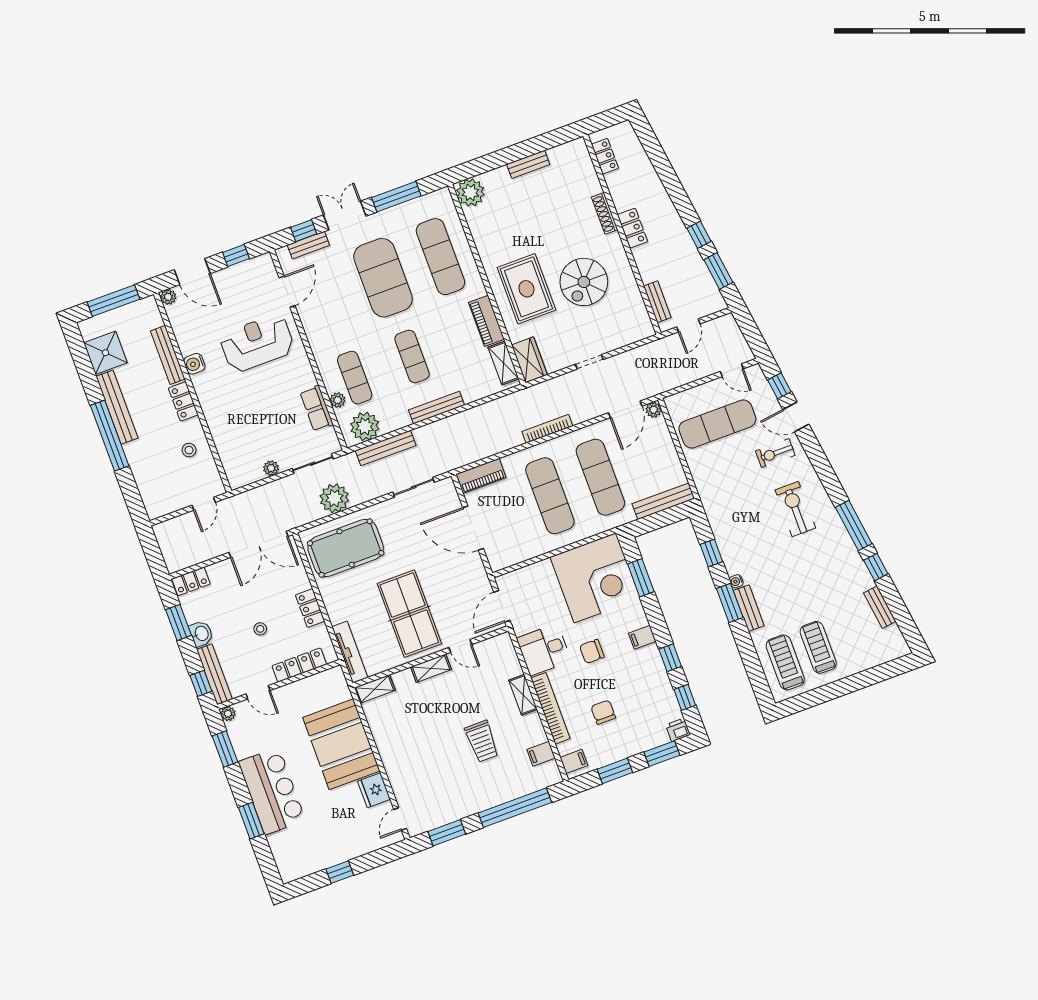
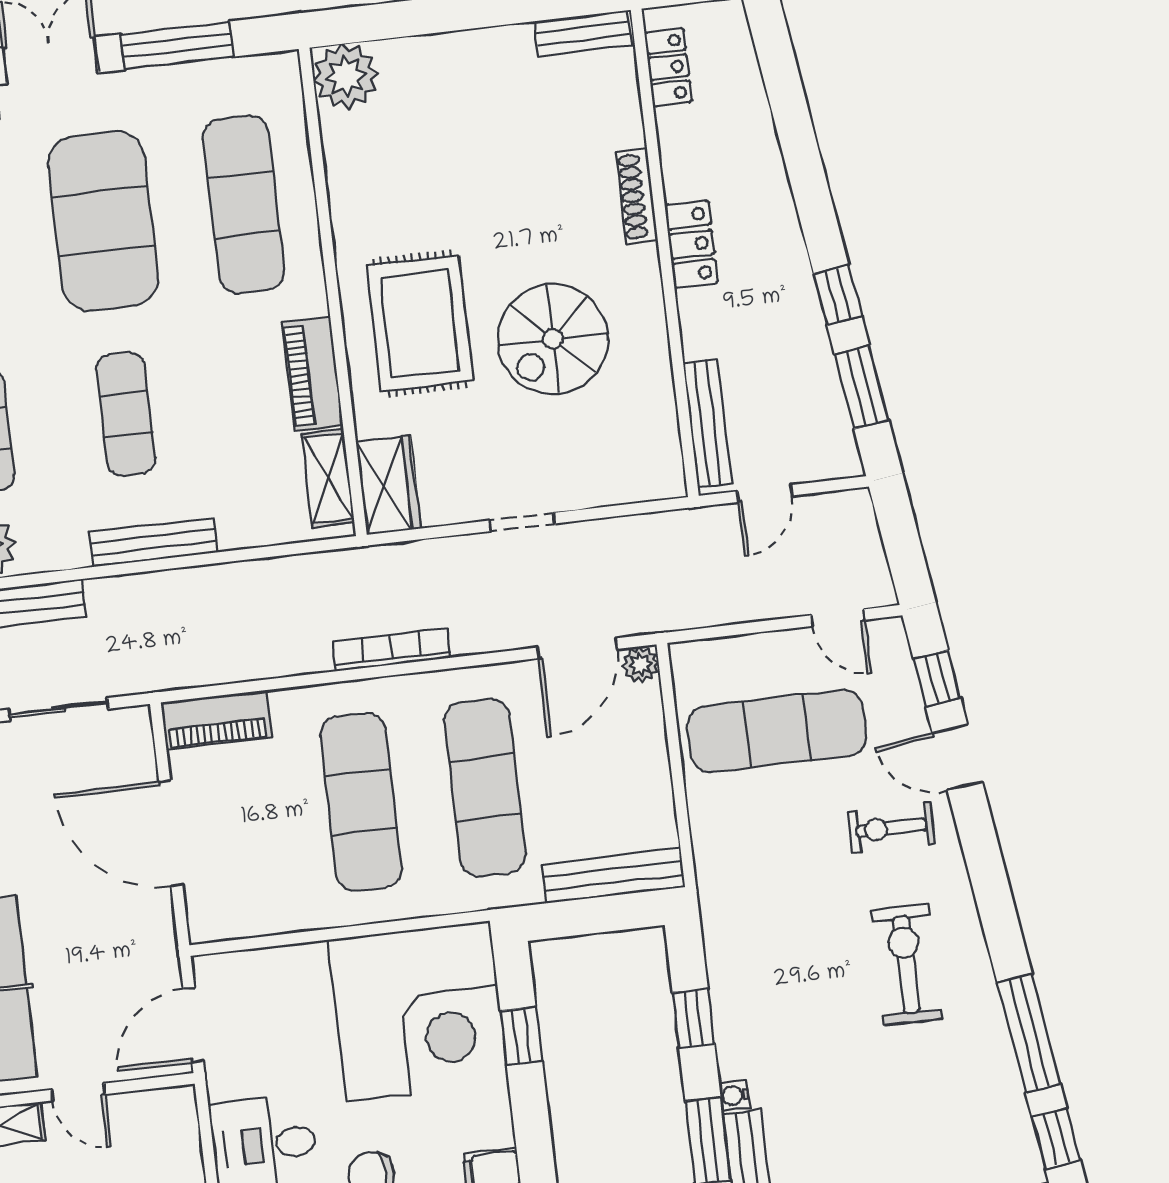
bench: (528, 164) -> (583, 34), moved
bench: (657, 302) -> (708, 423), width x1.36
window: (641, 578) -> (521, 1036), width x0.67

